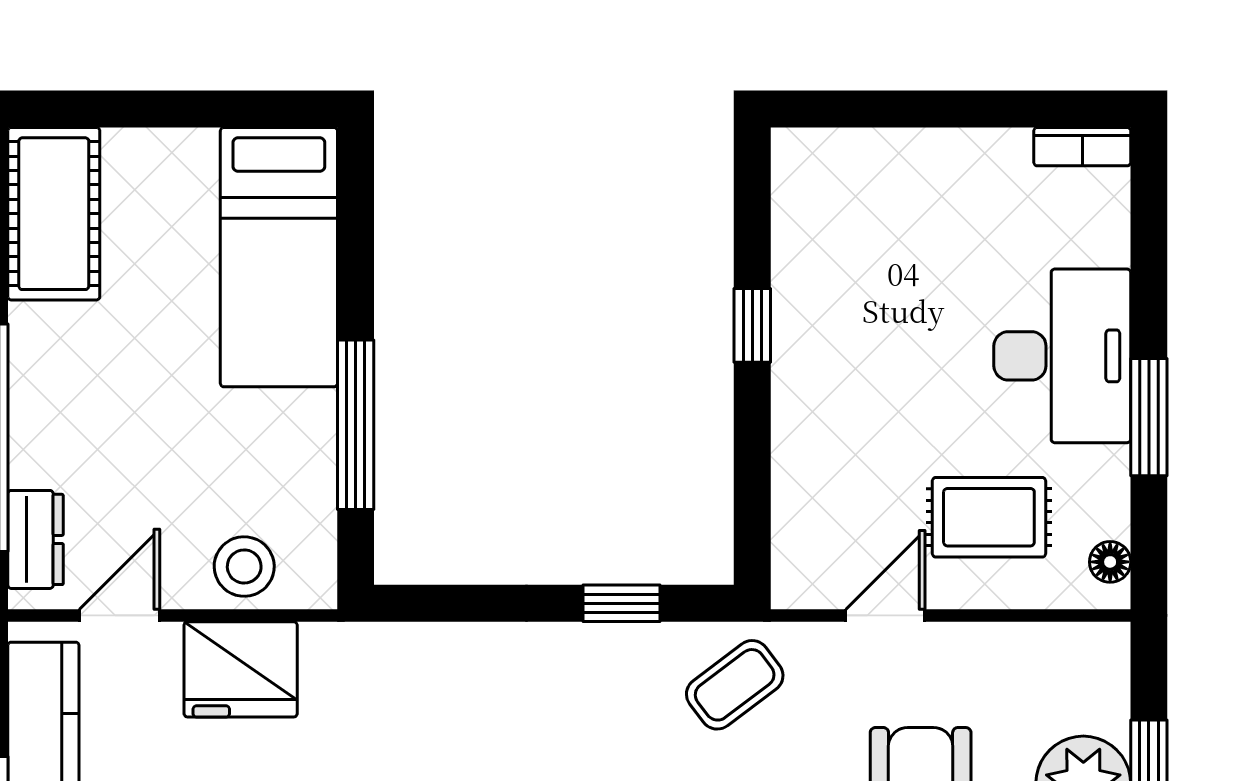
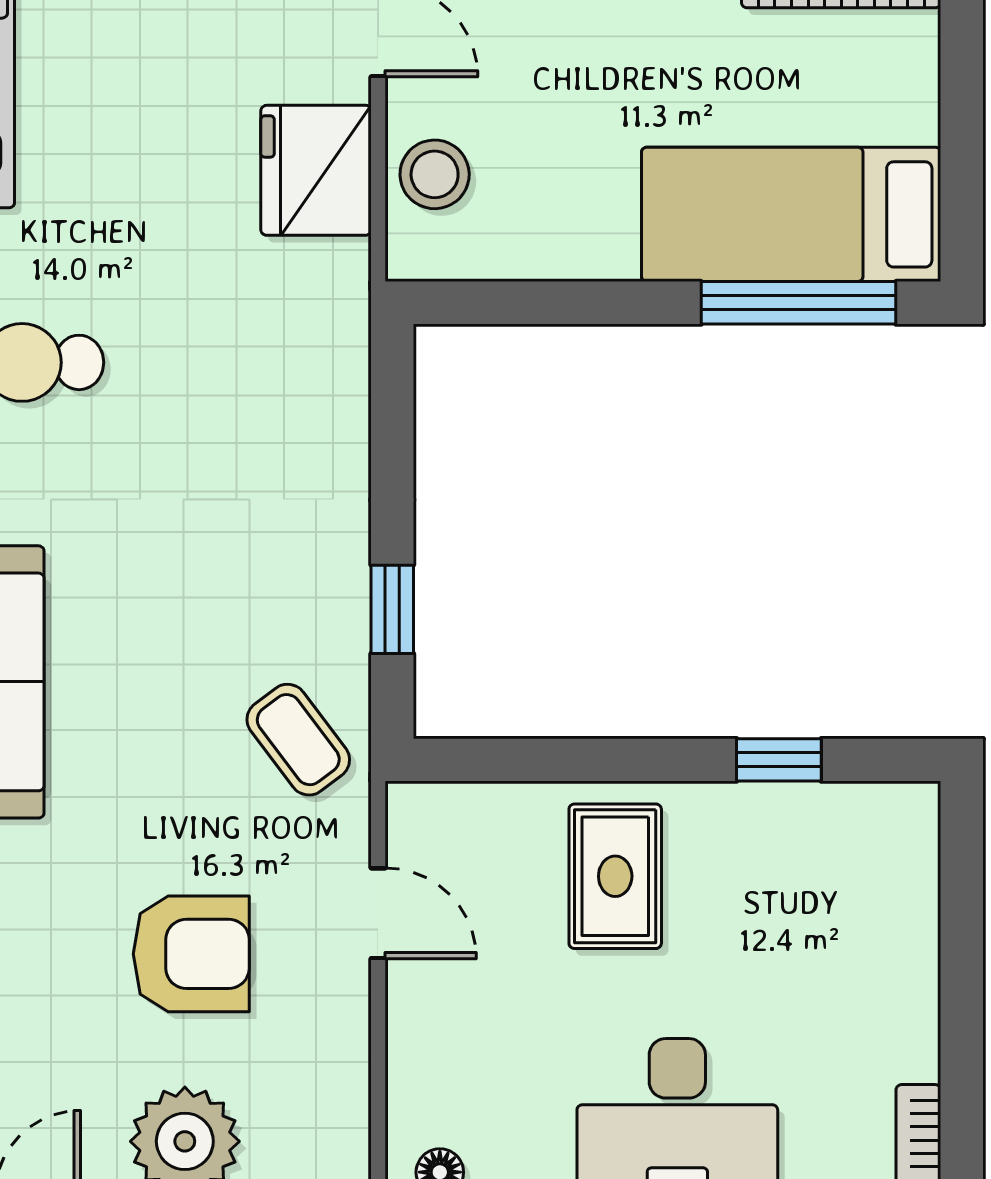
window: (752, 325) -> (779, 760), moved
window: (356, 425) -> (799, 303), moved
rug: (989, 517) -> (615, 876), moved

